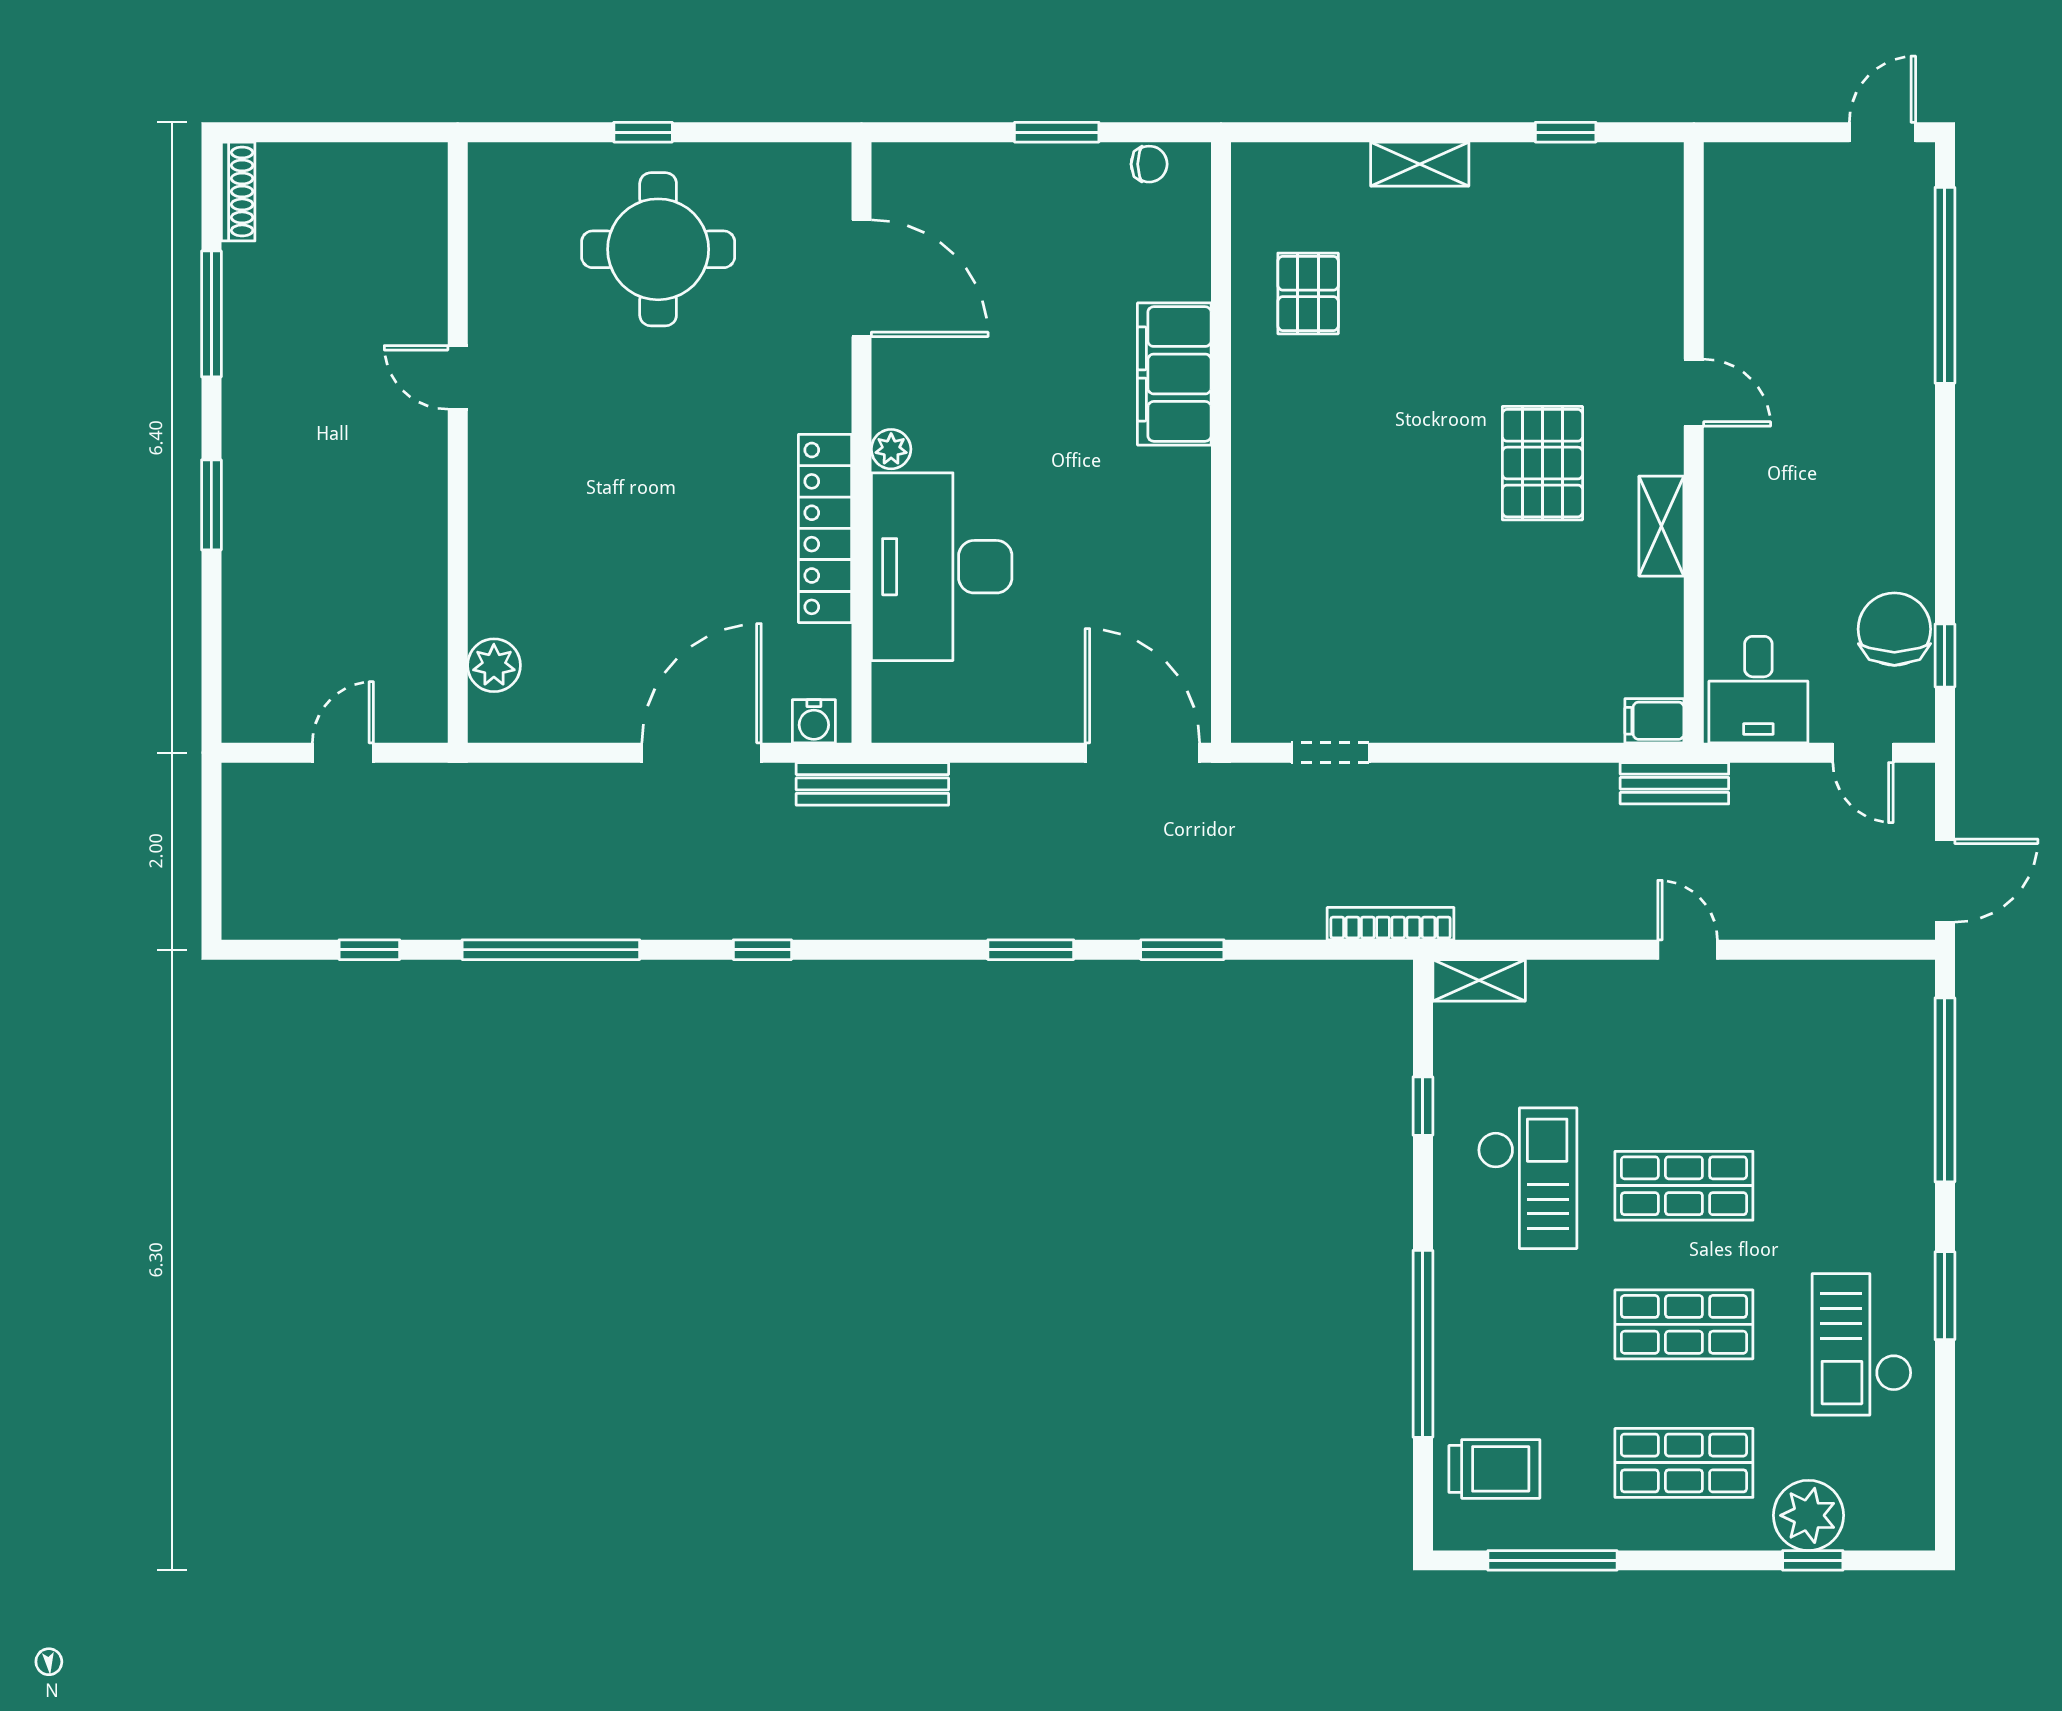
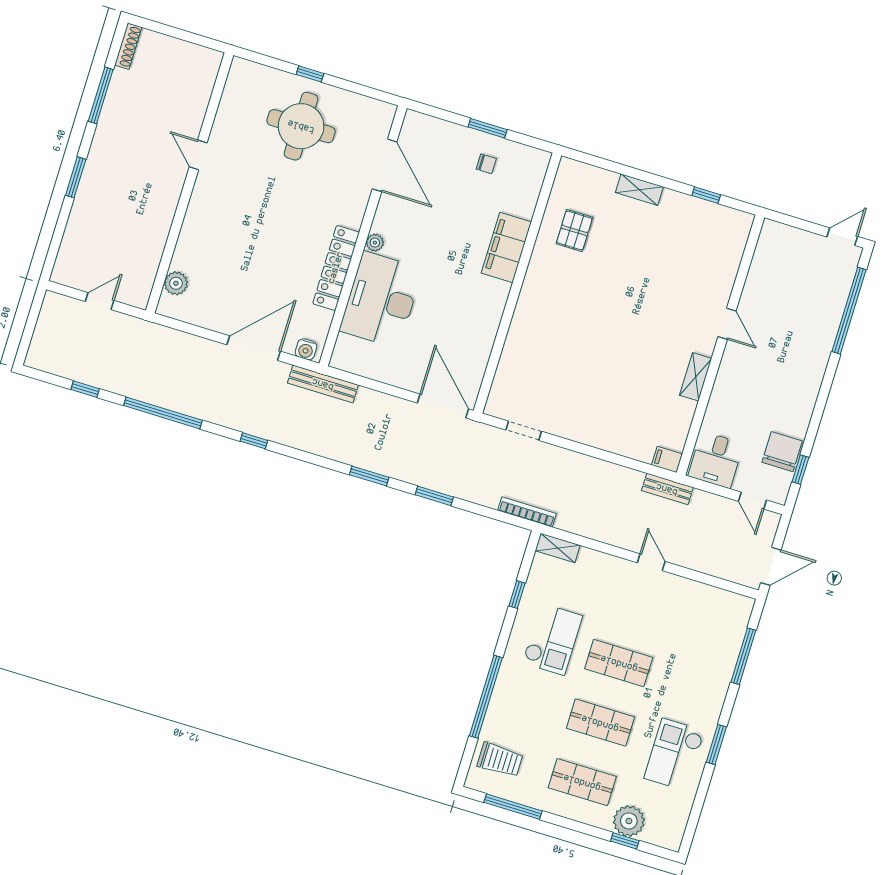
chair: (1149, 164) -> (486, 164), moved
pallet: (1542, 463) -> (653, 334), removed
window: (1945, 1090) -> (743, 656), width x0.68

